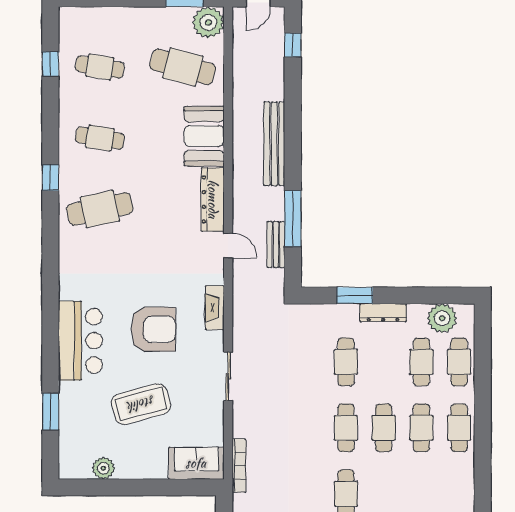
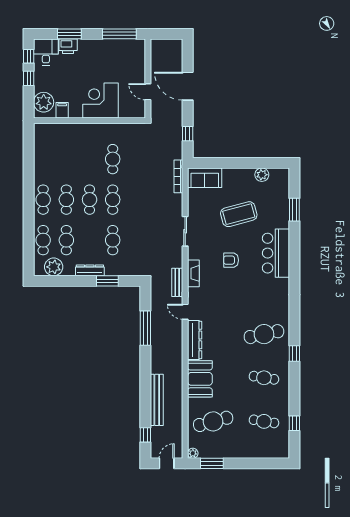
plant: (208, 22) -> (193, 453), width x0.53, depth x0.53
cafe table: (183, 67) -> (213, 421), turned -30
bench: (274, 144) -> (157, 400), moved
bench: (276, 244) -> (177, 282), moved
armchair: (153, 329) -> (231, 260), width x0.53, depth x0.53

